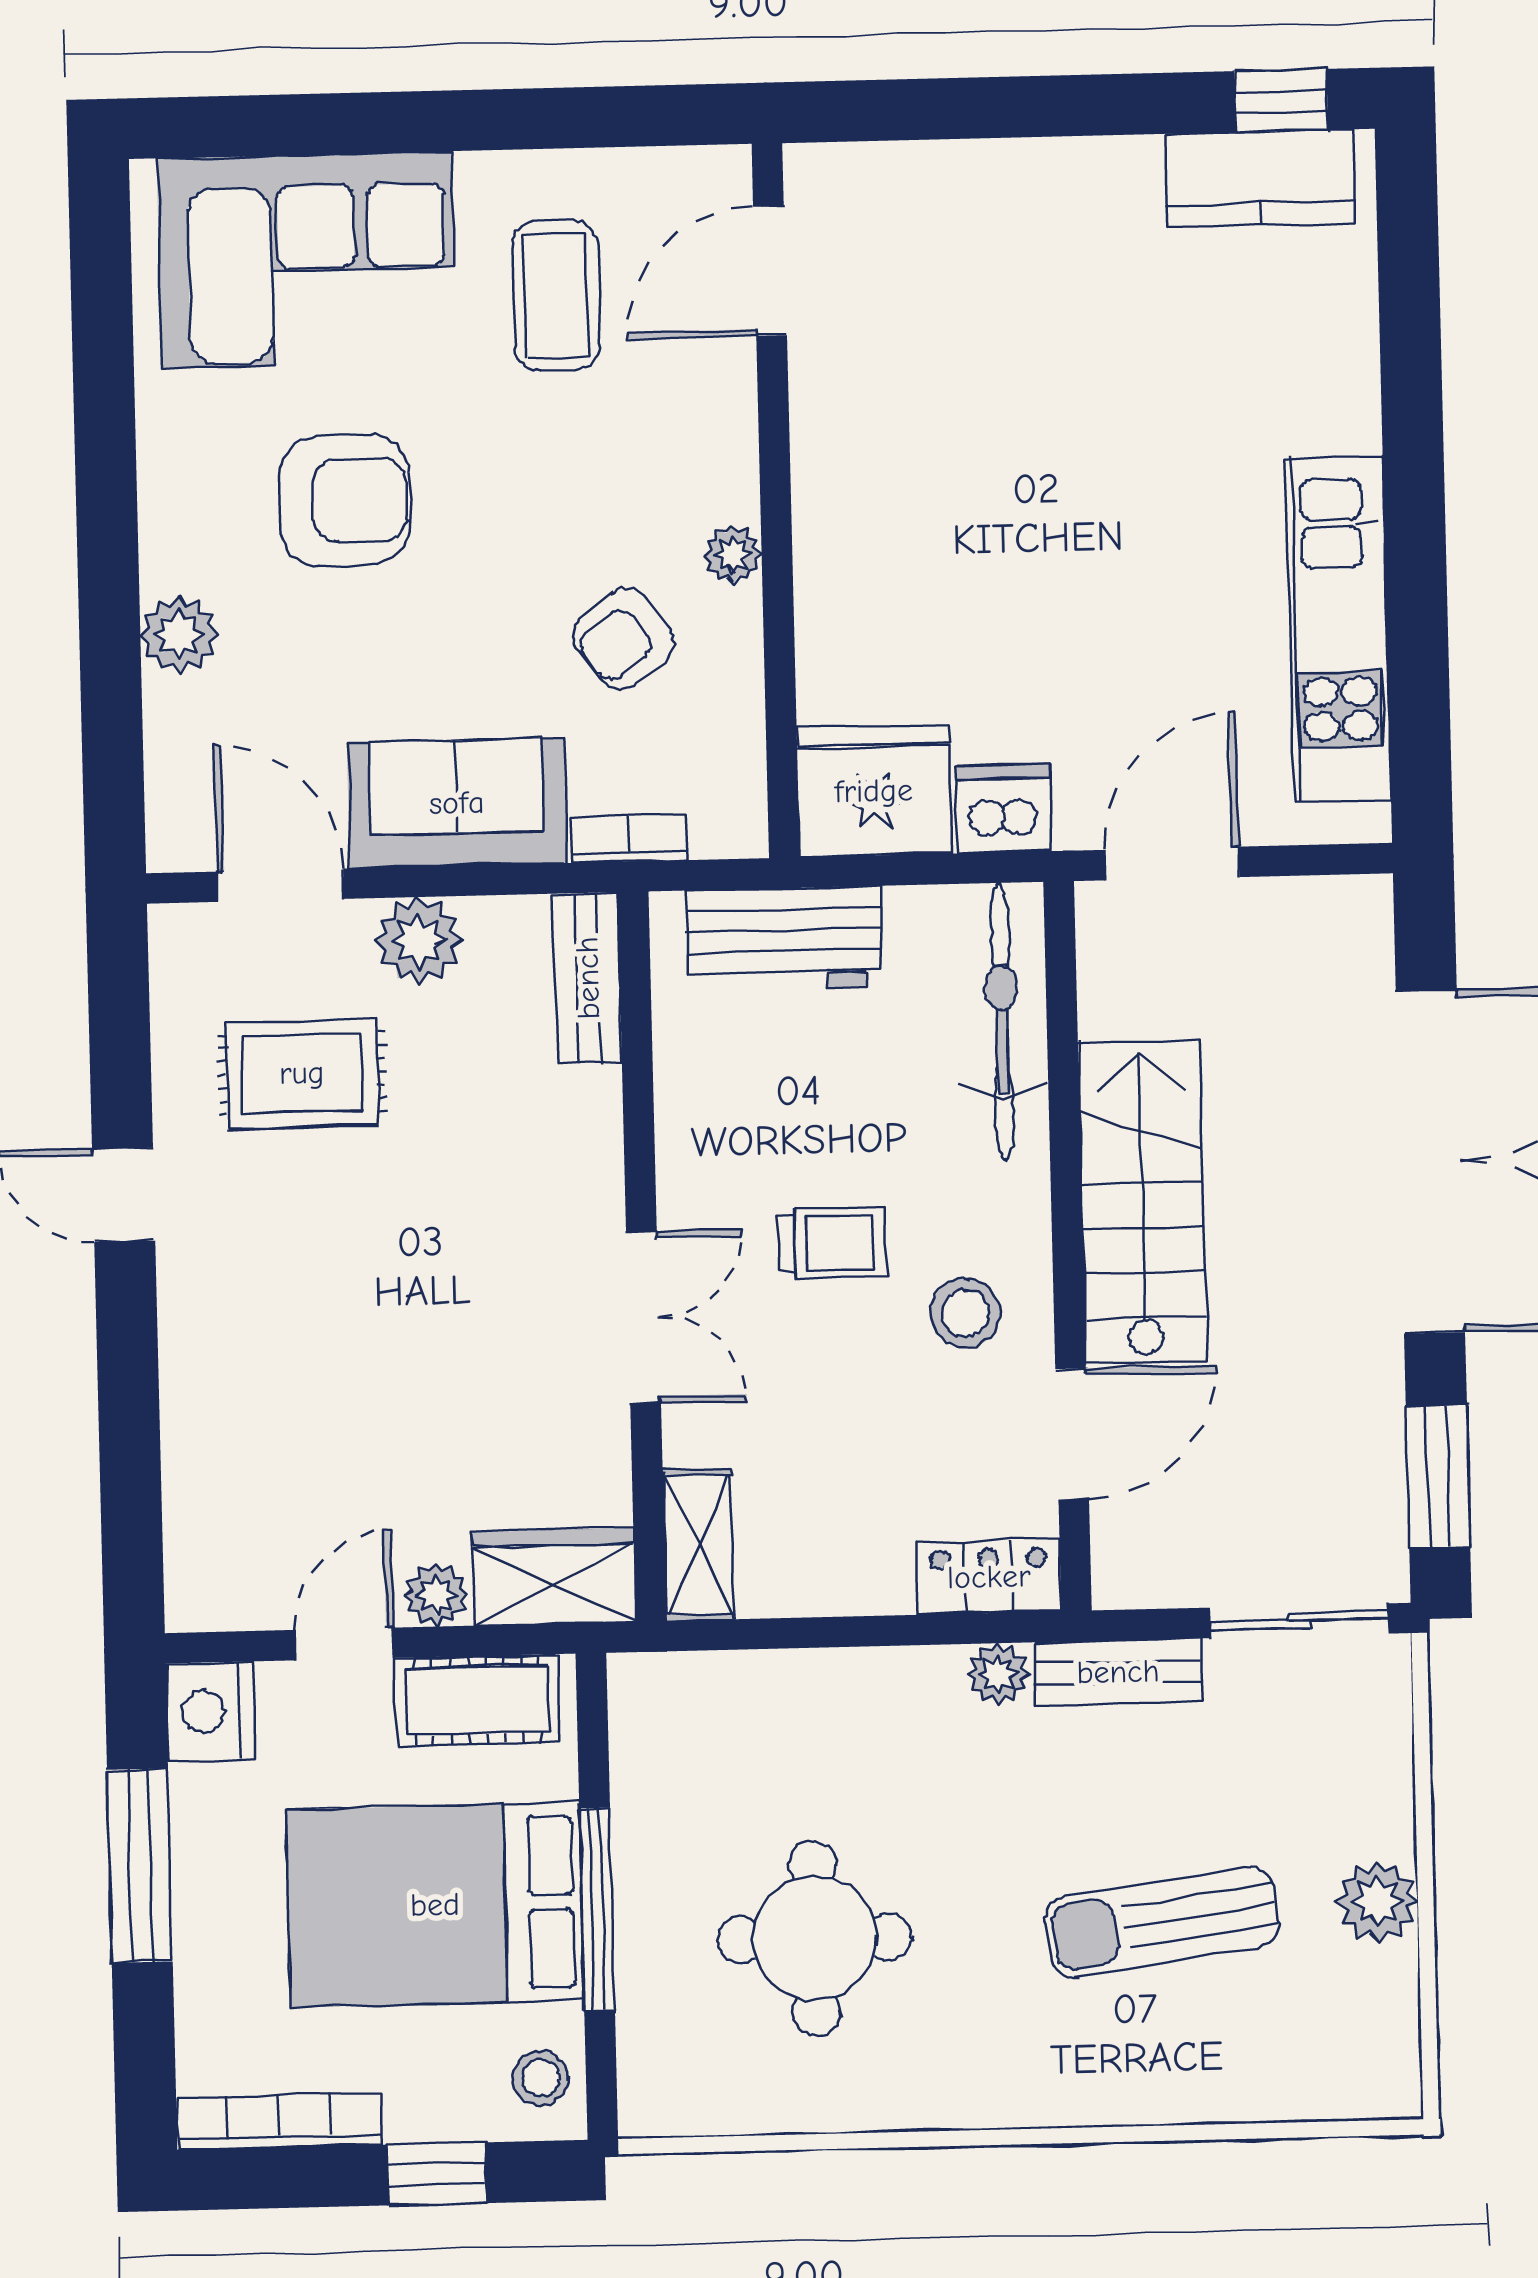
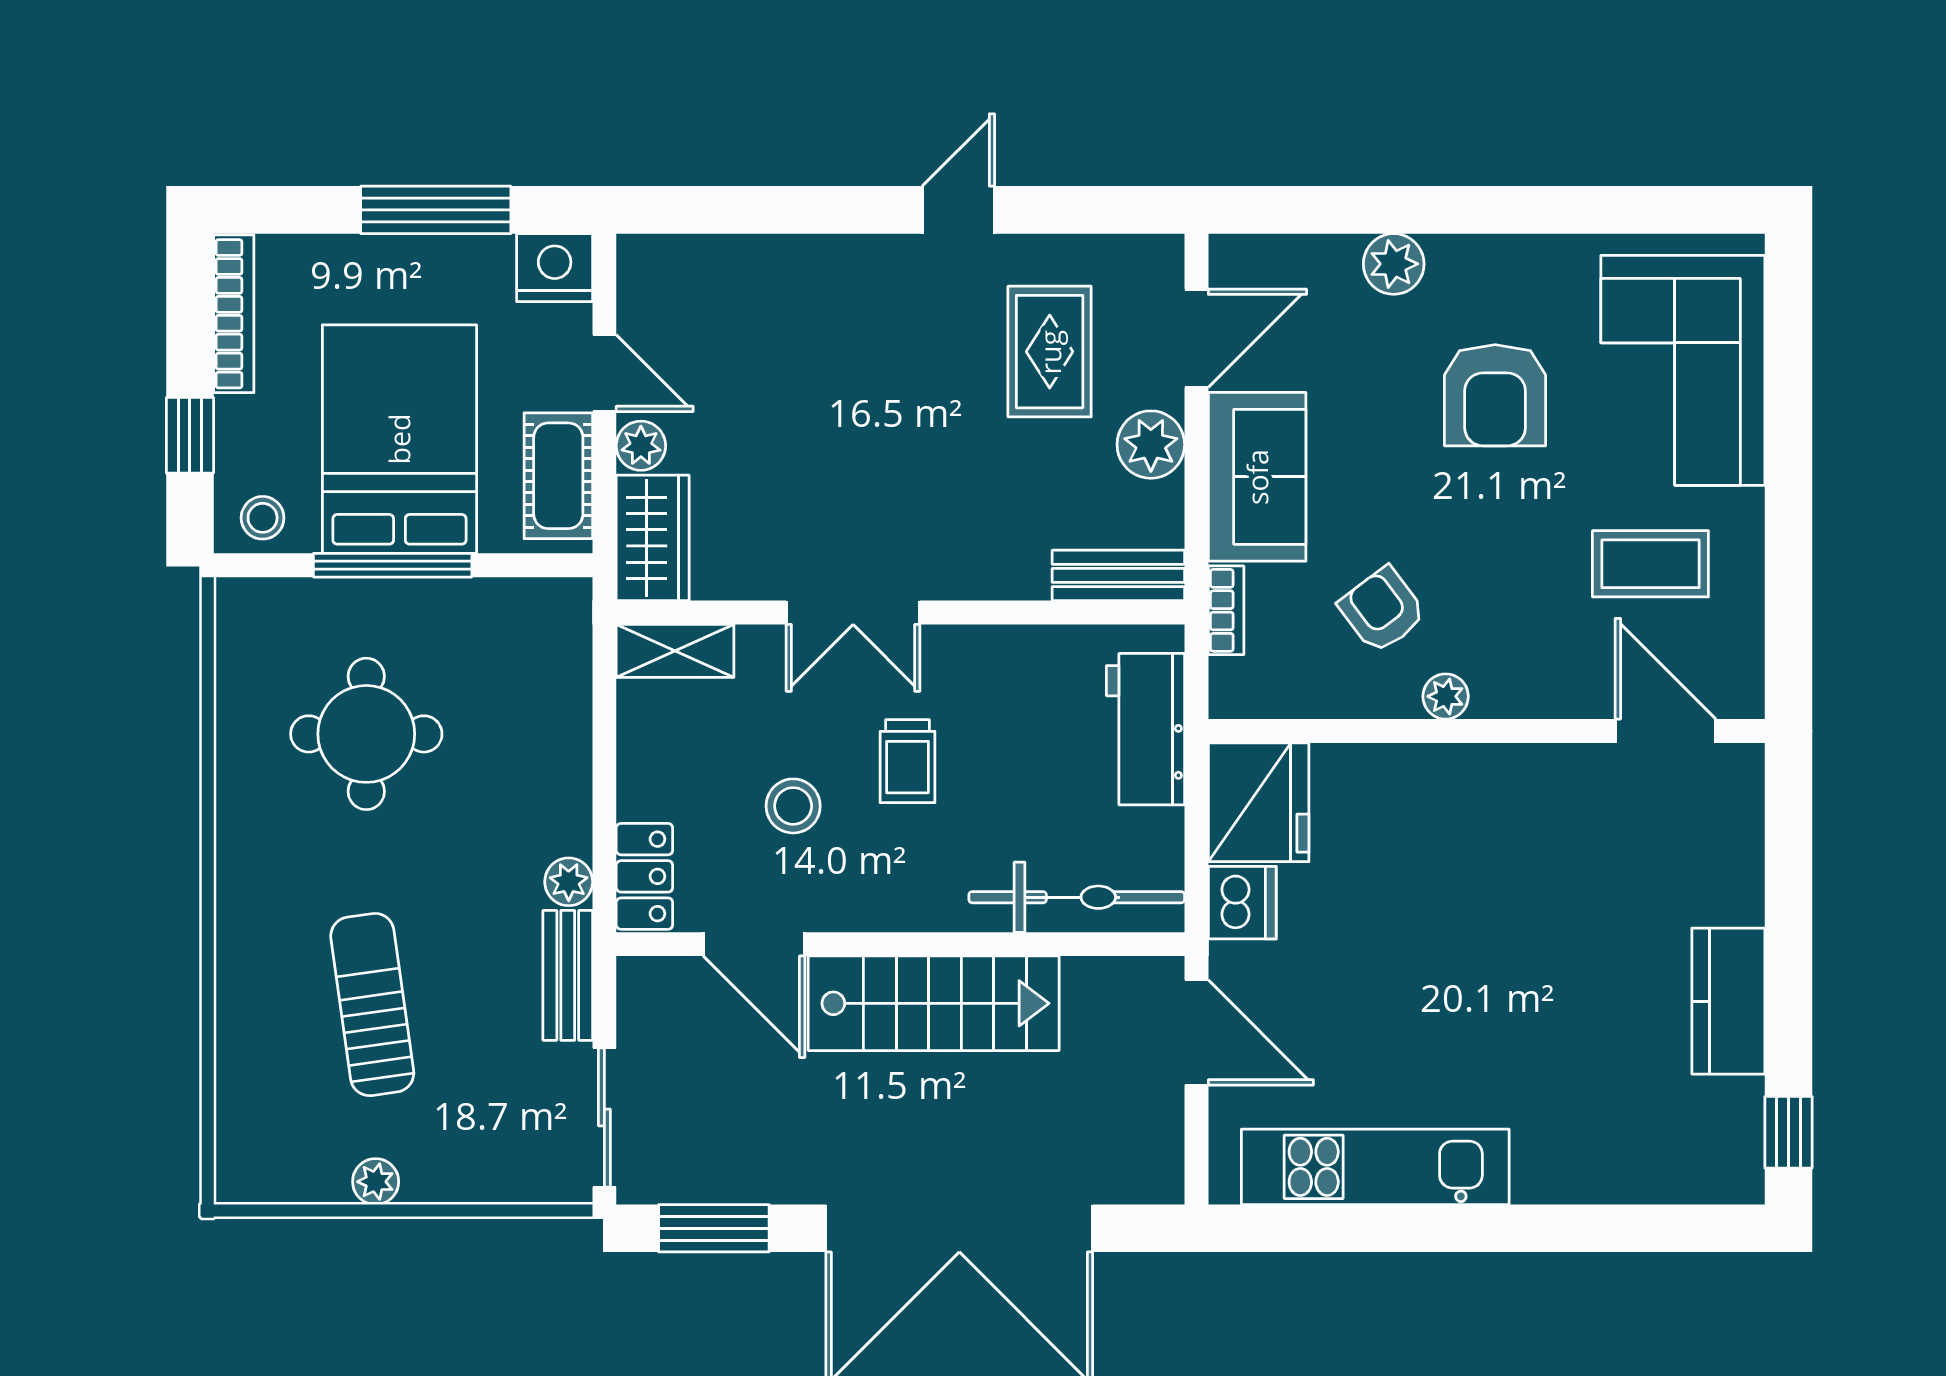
kitchen counter: (1260, 178) -> (1728, 1001), moved
stool: (965, 1313) -> (793, 806), moved
plant: (1377, 1901) -> (376, 1182), width x0.73, depth x0.73

